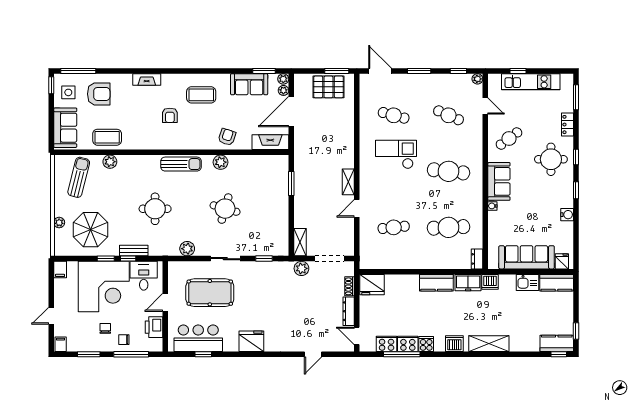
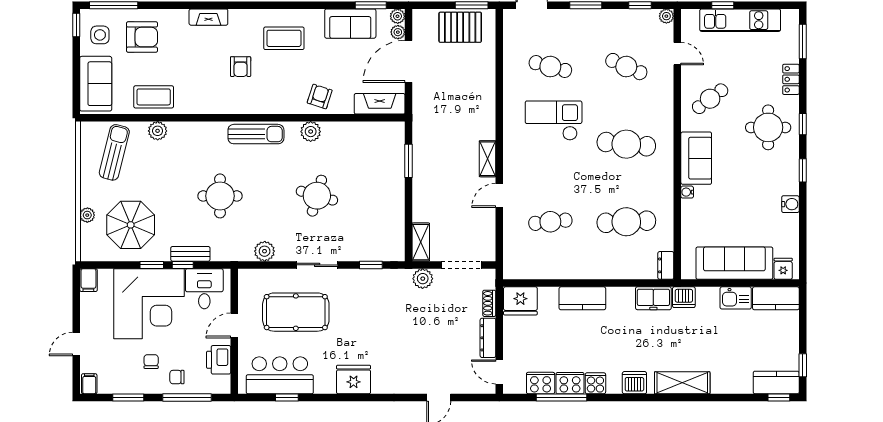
kitchen counter: (436, 283) -> (582, 298), moved

